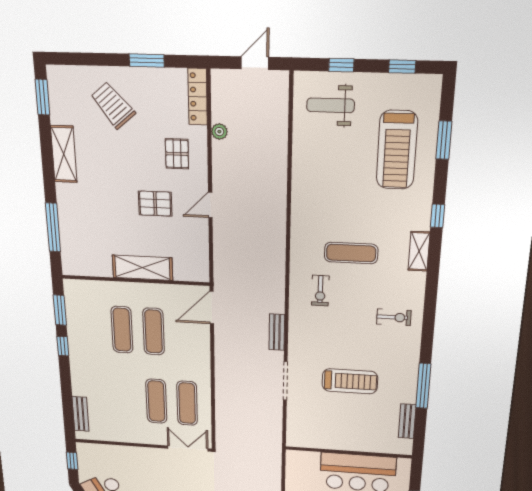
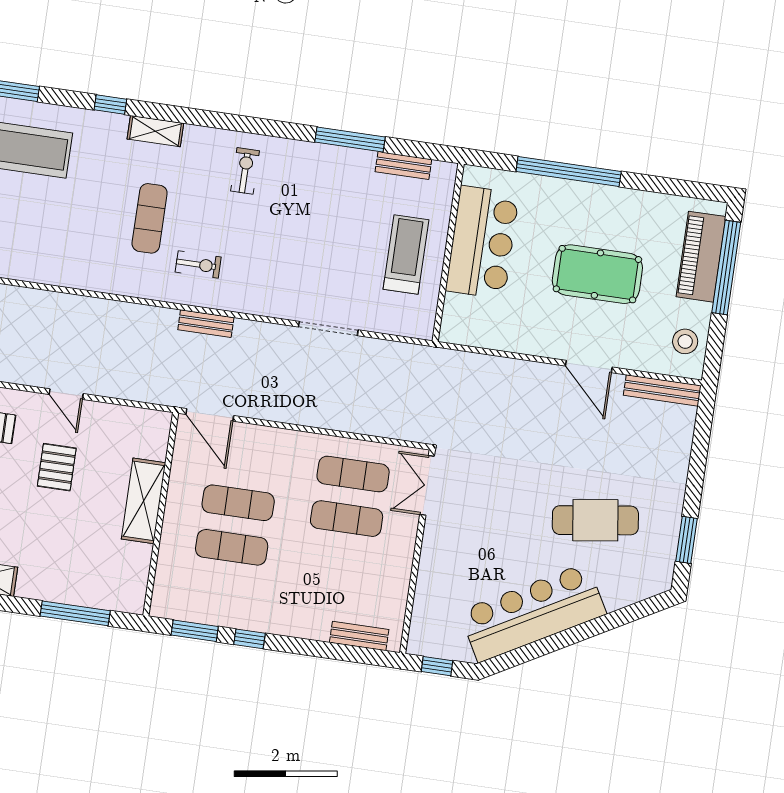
bench: (277, 332) -> (206, 324), moved
treadmill: (350, 381) -> (406, 255), moved

